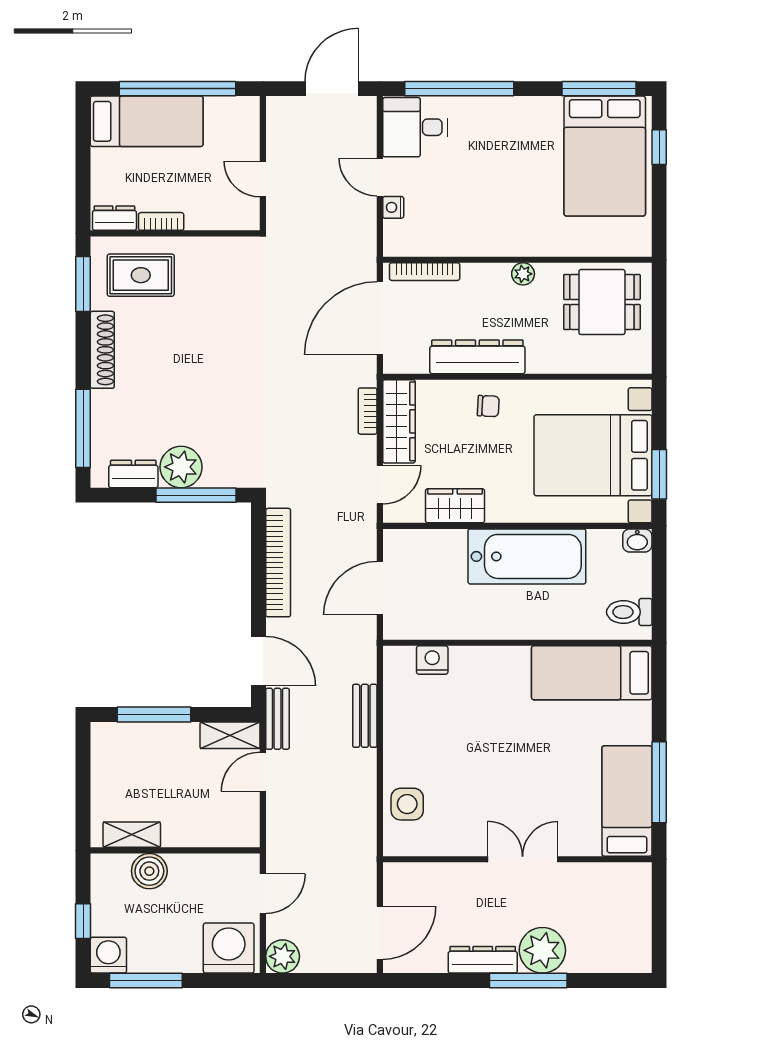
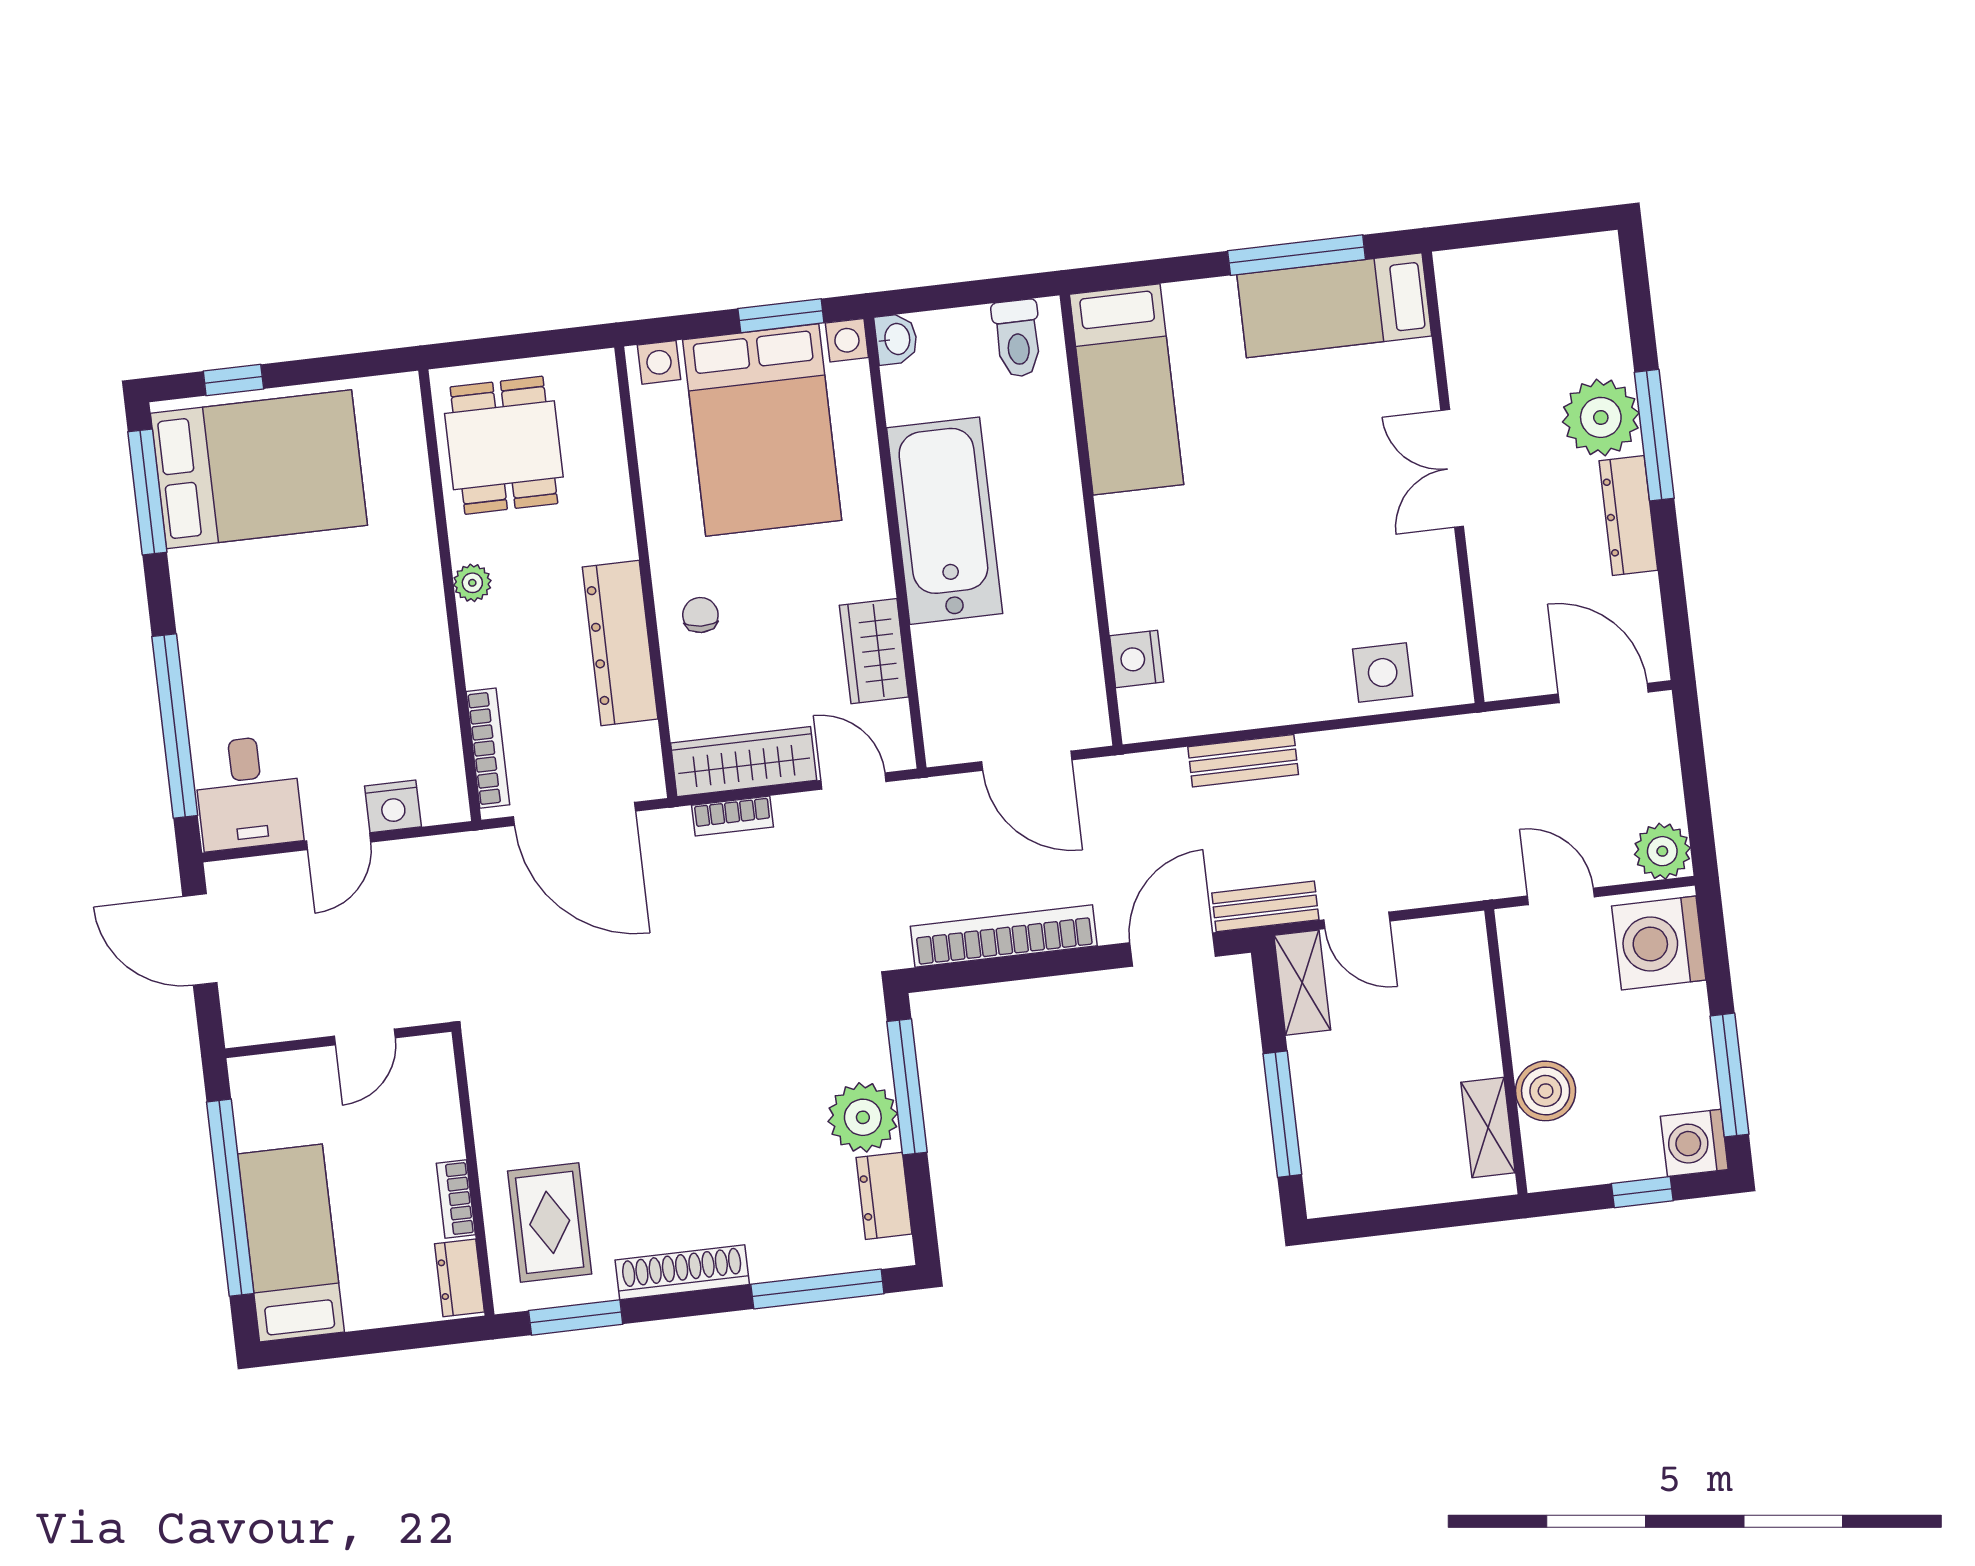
nightstand: (393, 207) -> (393, 806), width x1.39, depth x1.35

